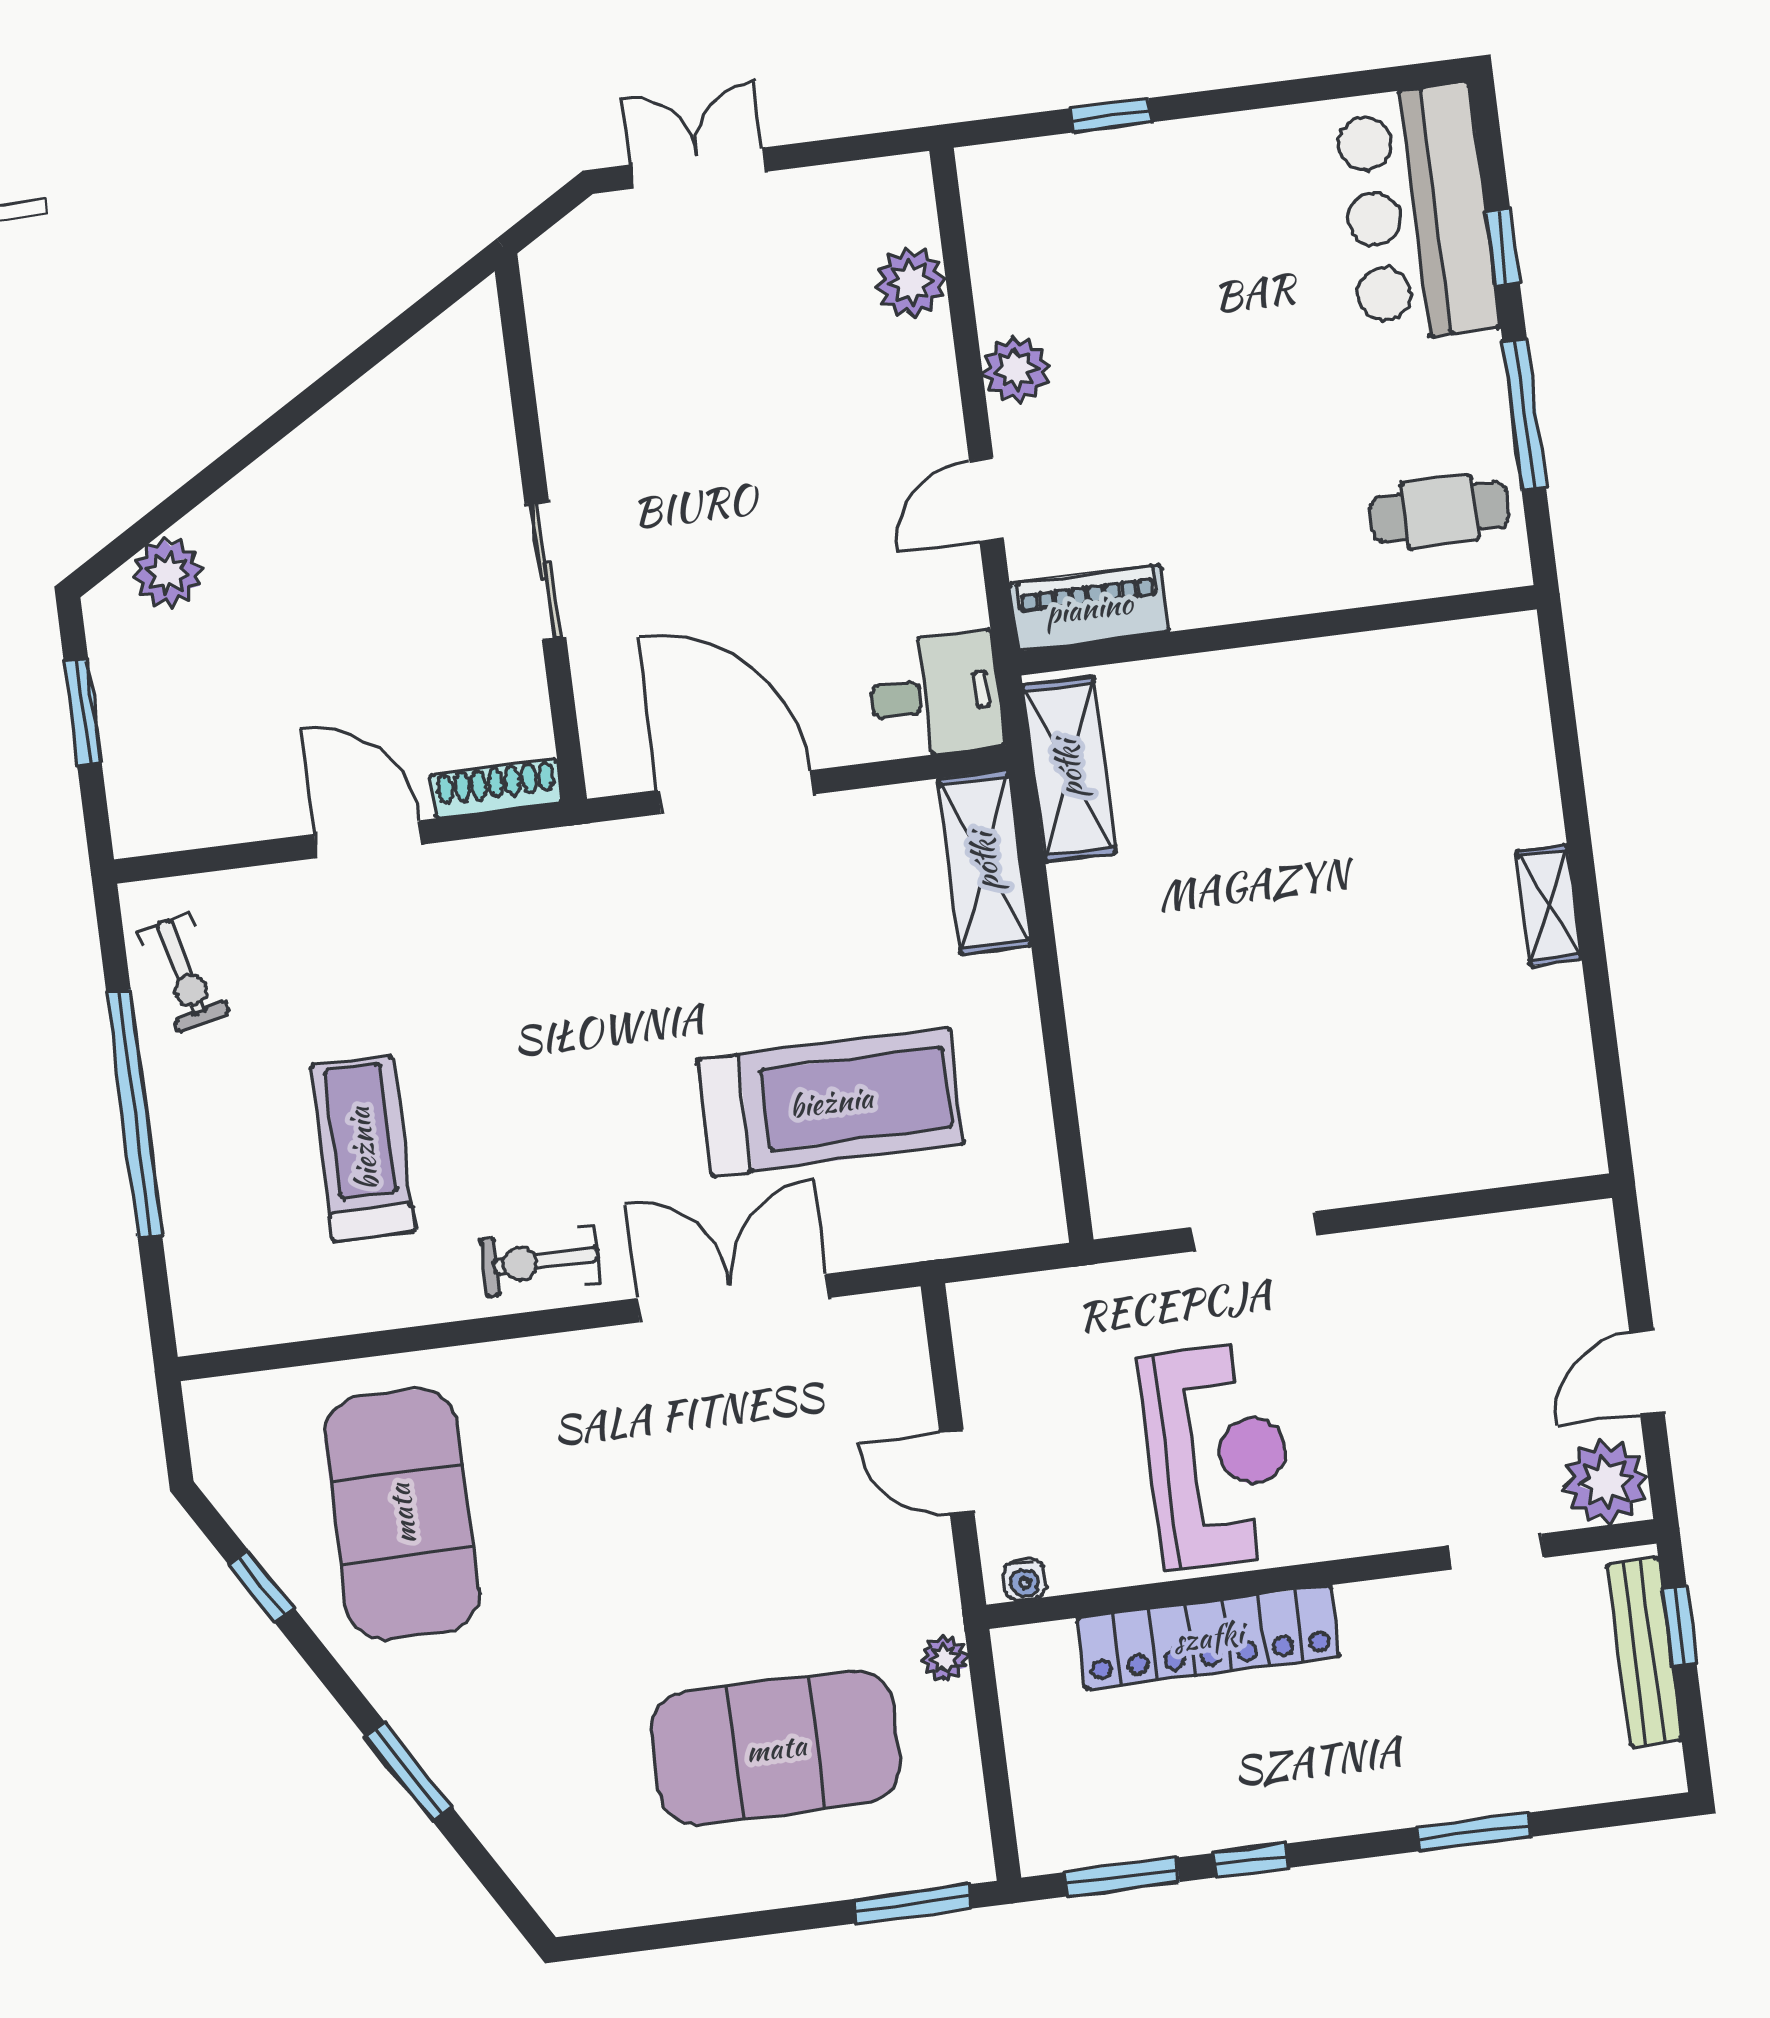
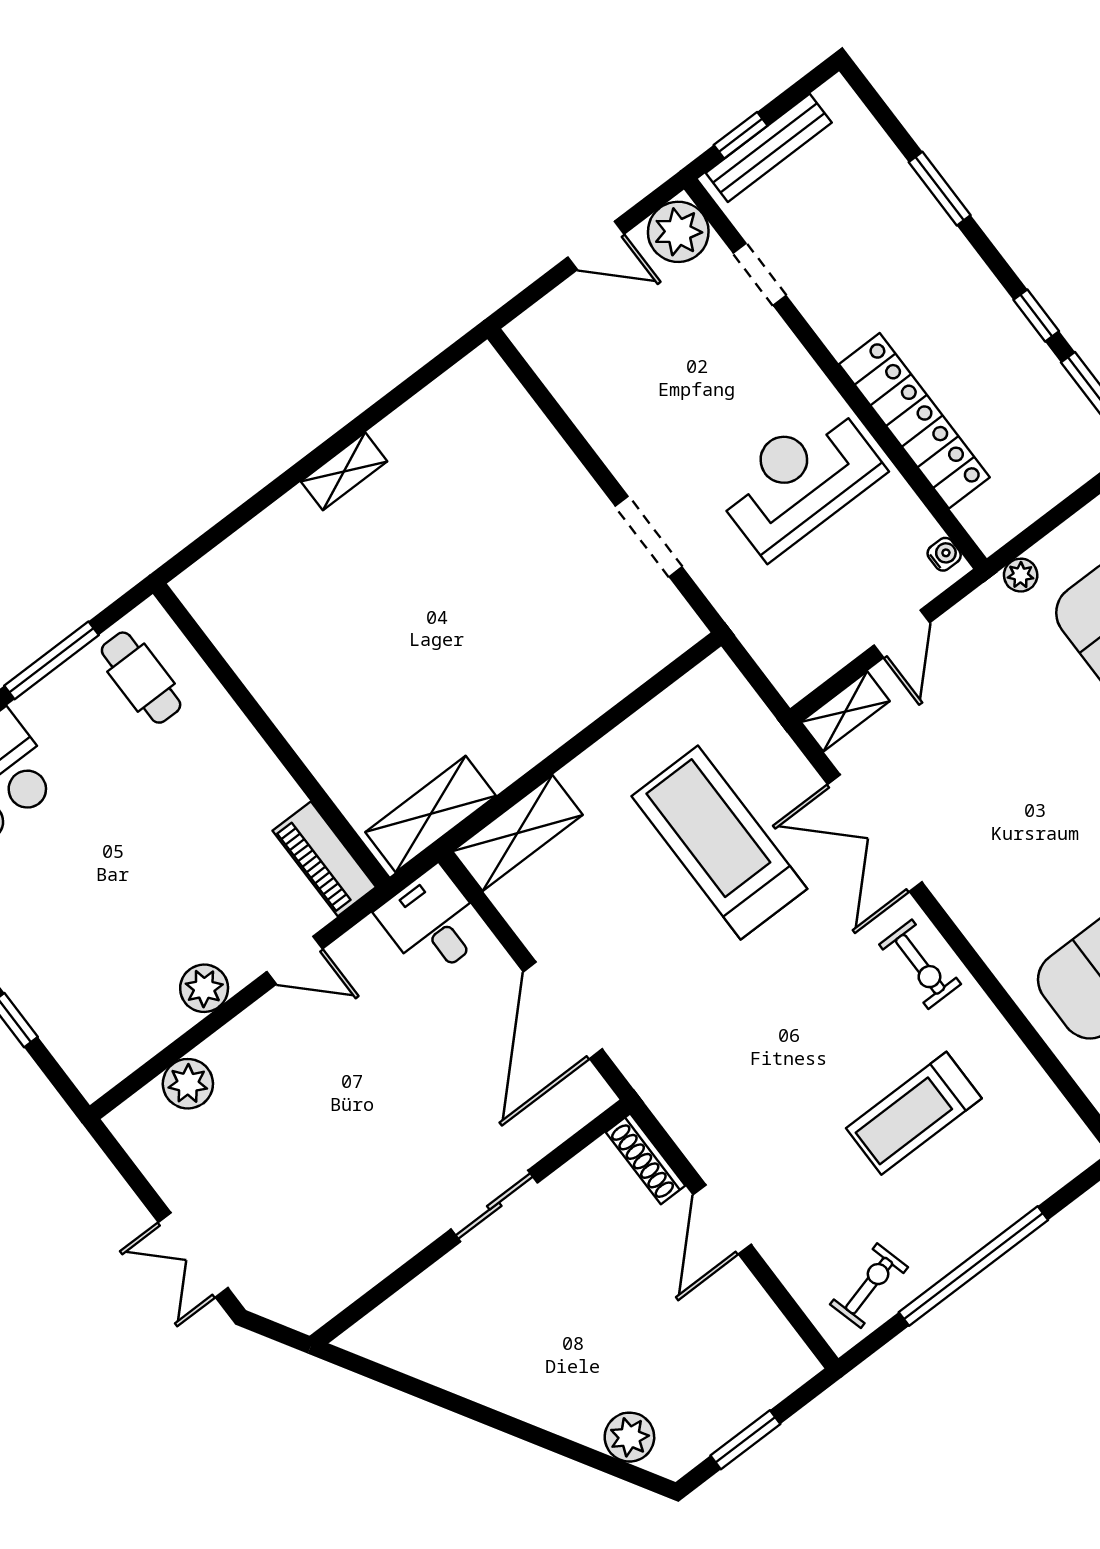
shelving: (902, 1348) -> (845, 711), added

